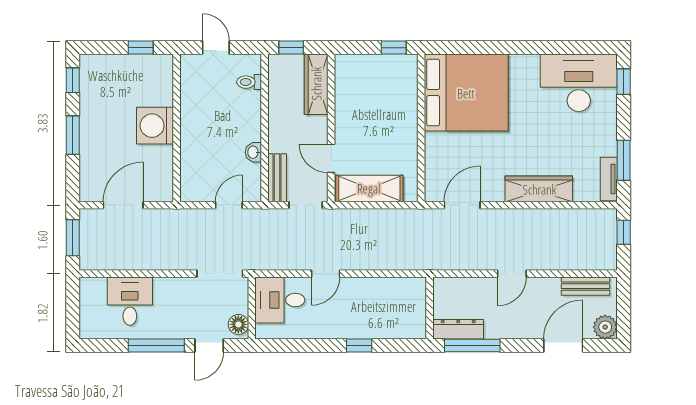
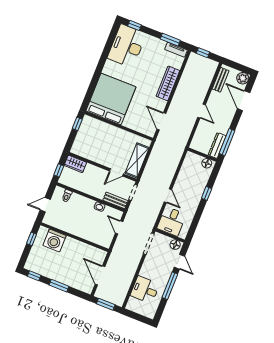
wardrobe: (316, 84) -> (75, 164), width x0.67
washing machine: (155, 126) -> (54, 240), moved
floor lamp: (417, 323) -> (207, 163), added

